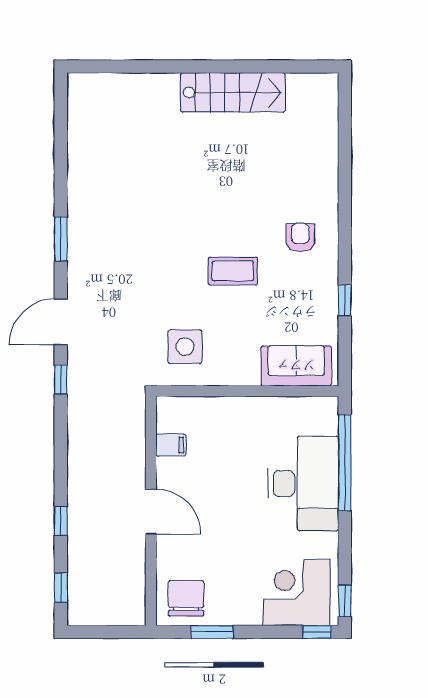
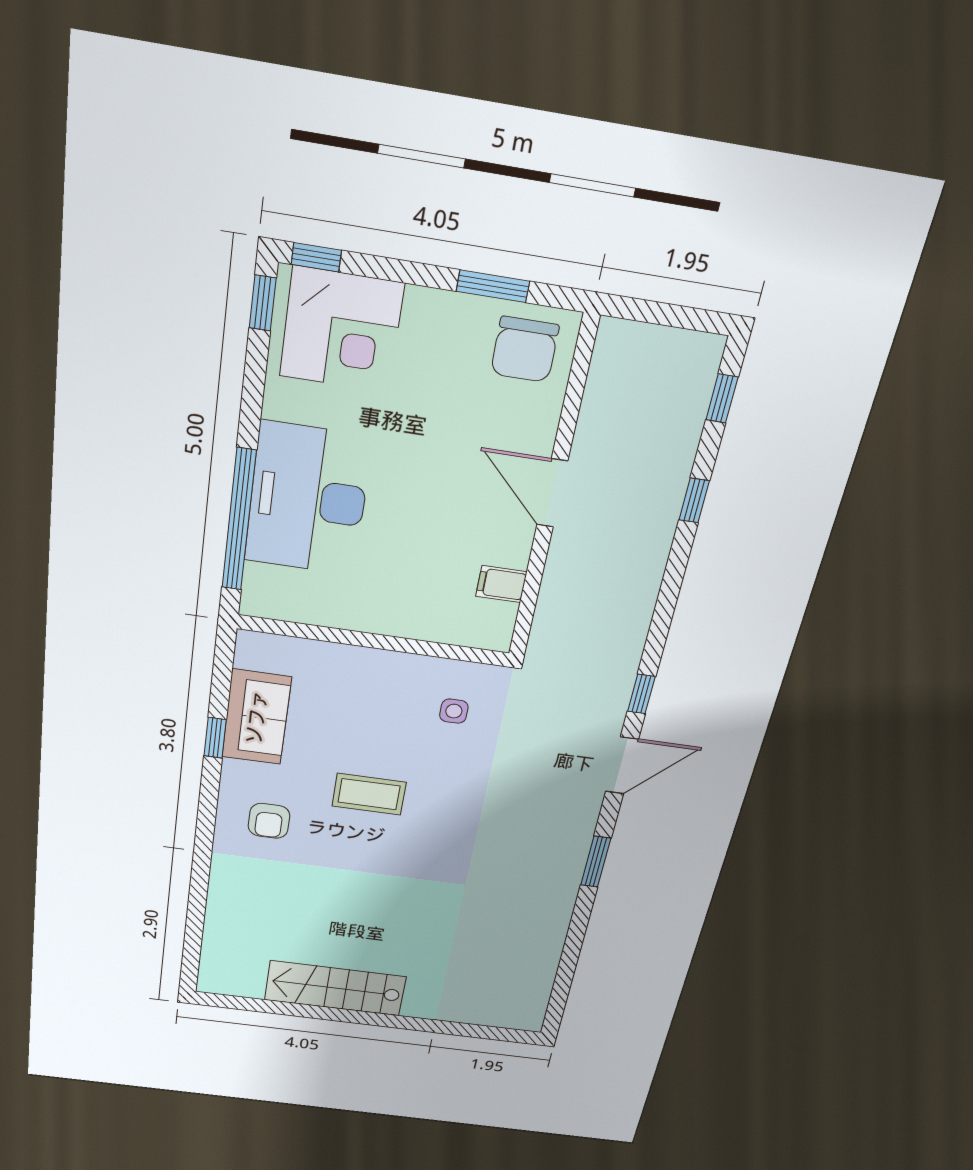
side table: (185, 347) -> (454, 711), width x0.54, depth x0.54
sofa: (296, 366) -> (256, 717), moved, turned -90

